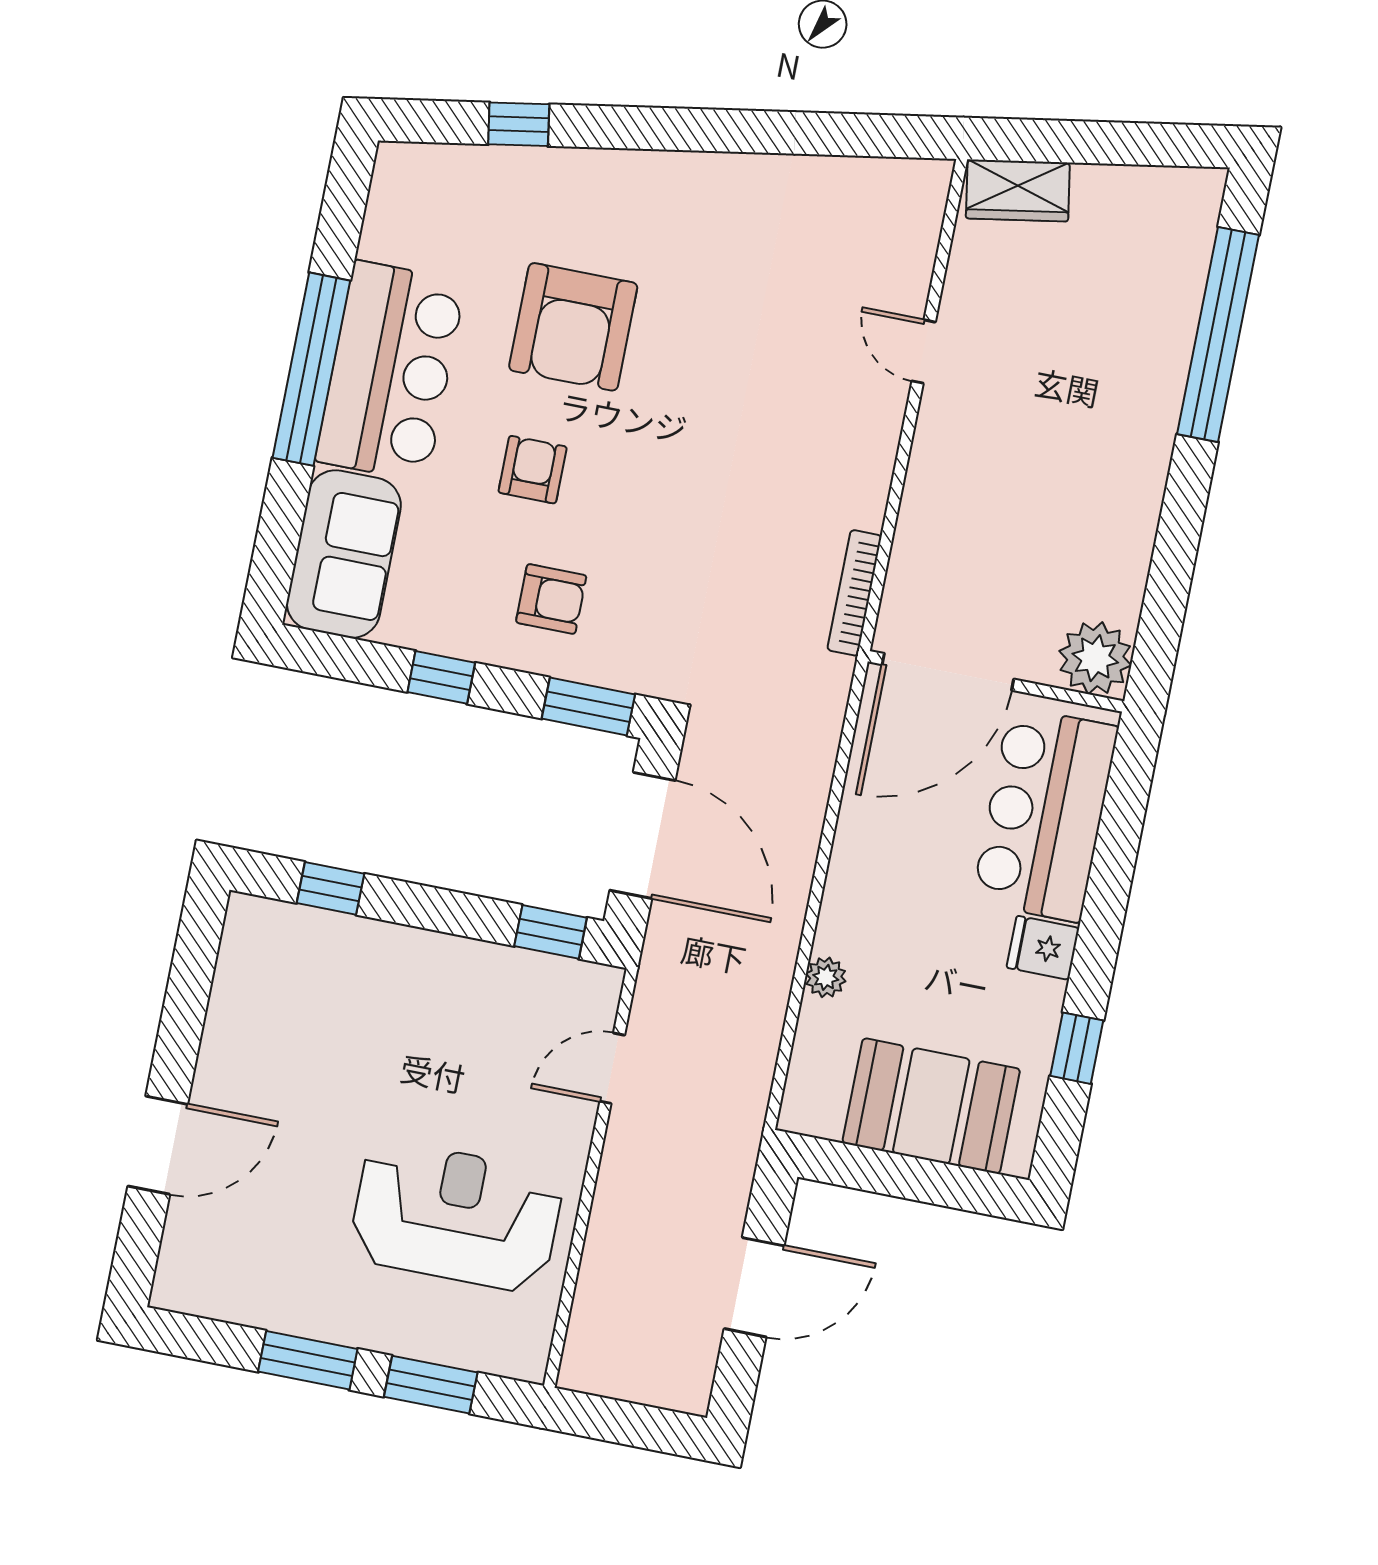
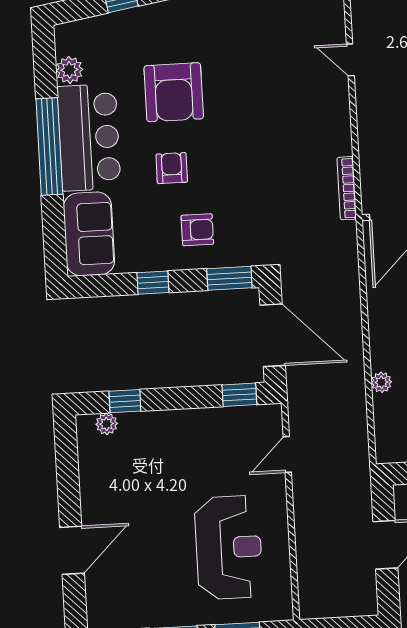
plant: (386, 234) -> (69, 70), added
plant: (285, 923) -> (107, 424), added
reception desk: (456, 1216) -> (229, 547), turned 90

